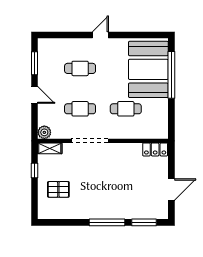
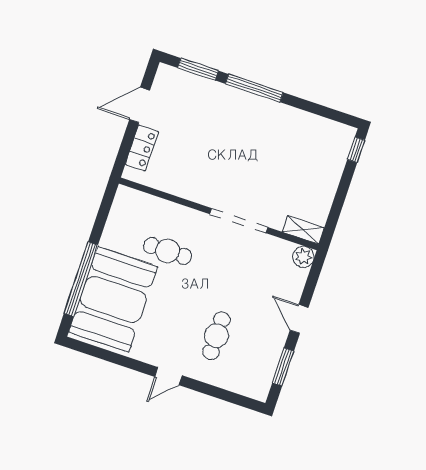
cafe table: (80, 68) -> (216, 336), turned 90
cafe table: (80, 109) -> (237, 274), removed
locker: (155, 149) -> (142, 148), moved, turned 90
window: (34, 170) -> (356, 150), moved
pallet: (58, 189) -> (311, 163), removed

